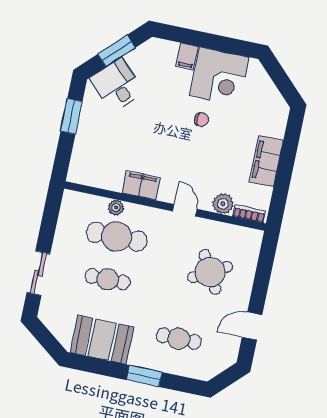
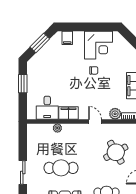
filing cabinet: (187, 56) -> (67, 38), moved
desk: (117, 85) -> (47, 108), moved, turned -135
cafe table: (117, 237) -> (61, 144), removed
cafe table: (108, 279) -> (61, 168), width x1.37, depth x1.35

